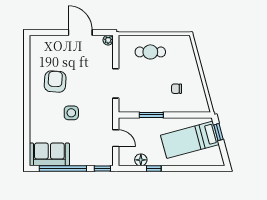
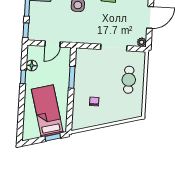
doorway: (116, 83) -> (114, 48), moved

